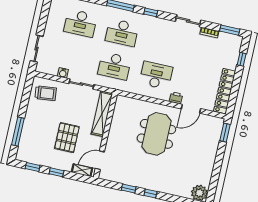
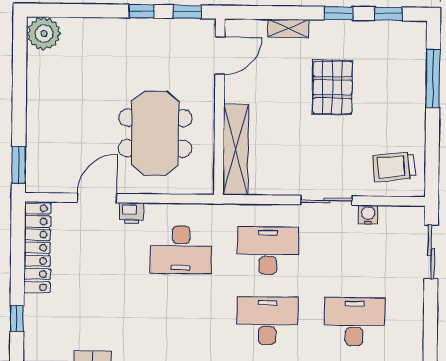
shelving: (102, 114) -> (236, 150), moved
wall: (105, 136) -> (219, 107), moved
door: (100, 160) -> (220, 56), moved

